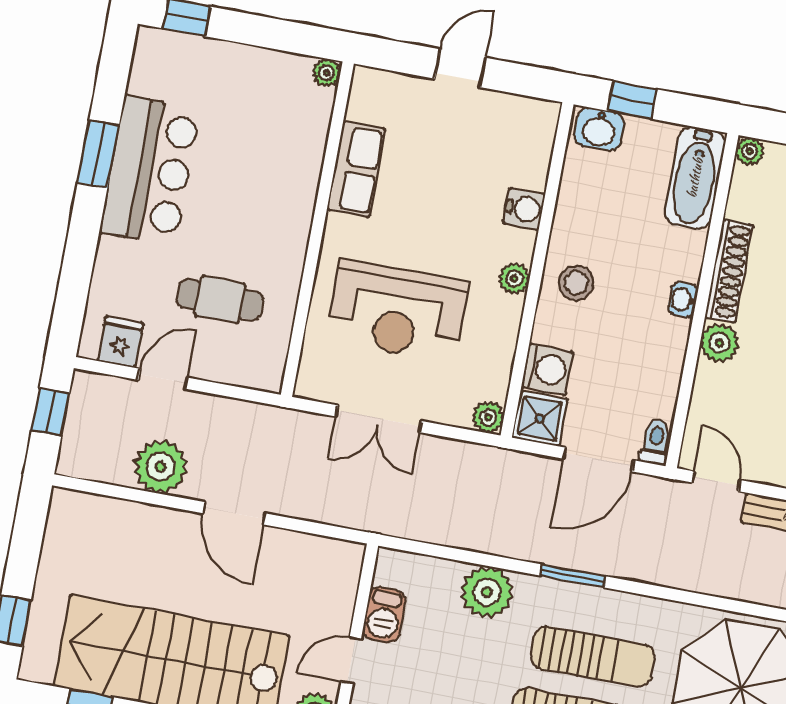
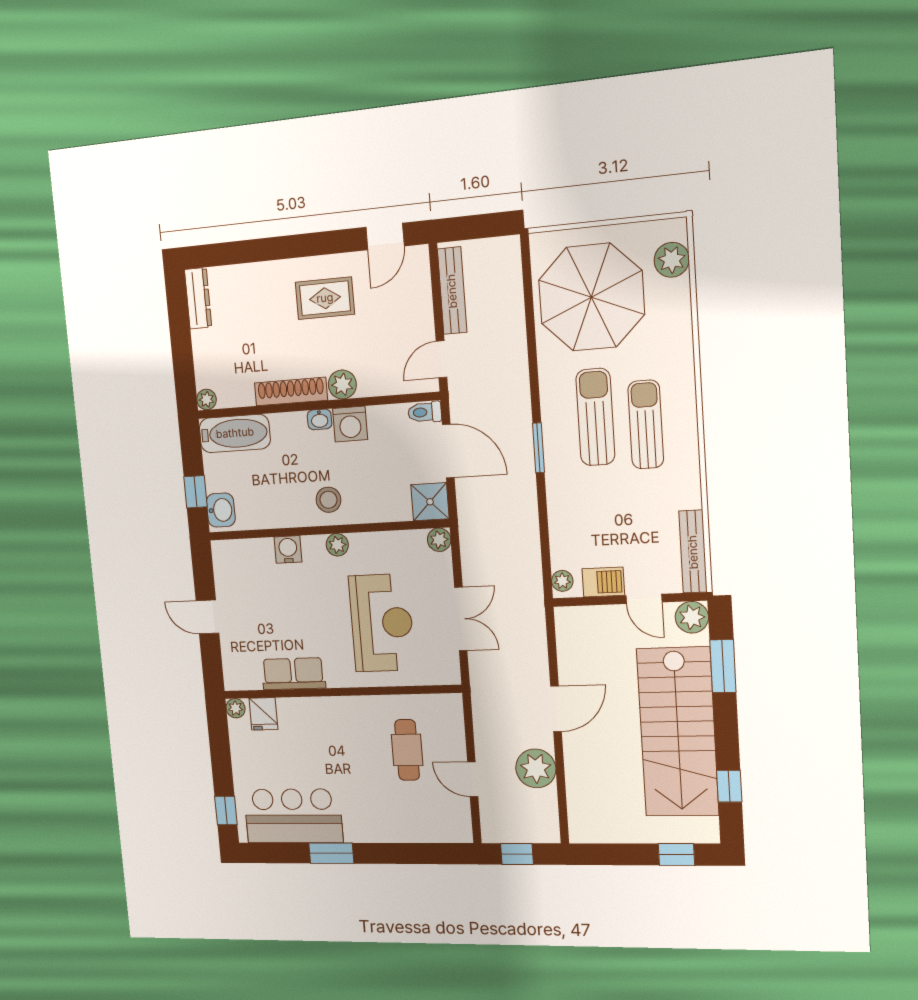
bar counter: (150, 170) -> (293, 816), moved
fridge: (120, 342) -> (263, 714), moved, turned -90
washing machine: (547, 369) -> (350, 424), moved, turned 180
plant: (487, 592) -> (562, 581), moved, width x0.53, depth x0.53

